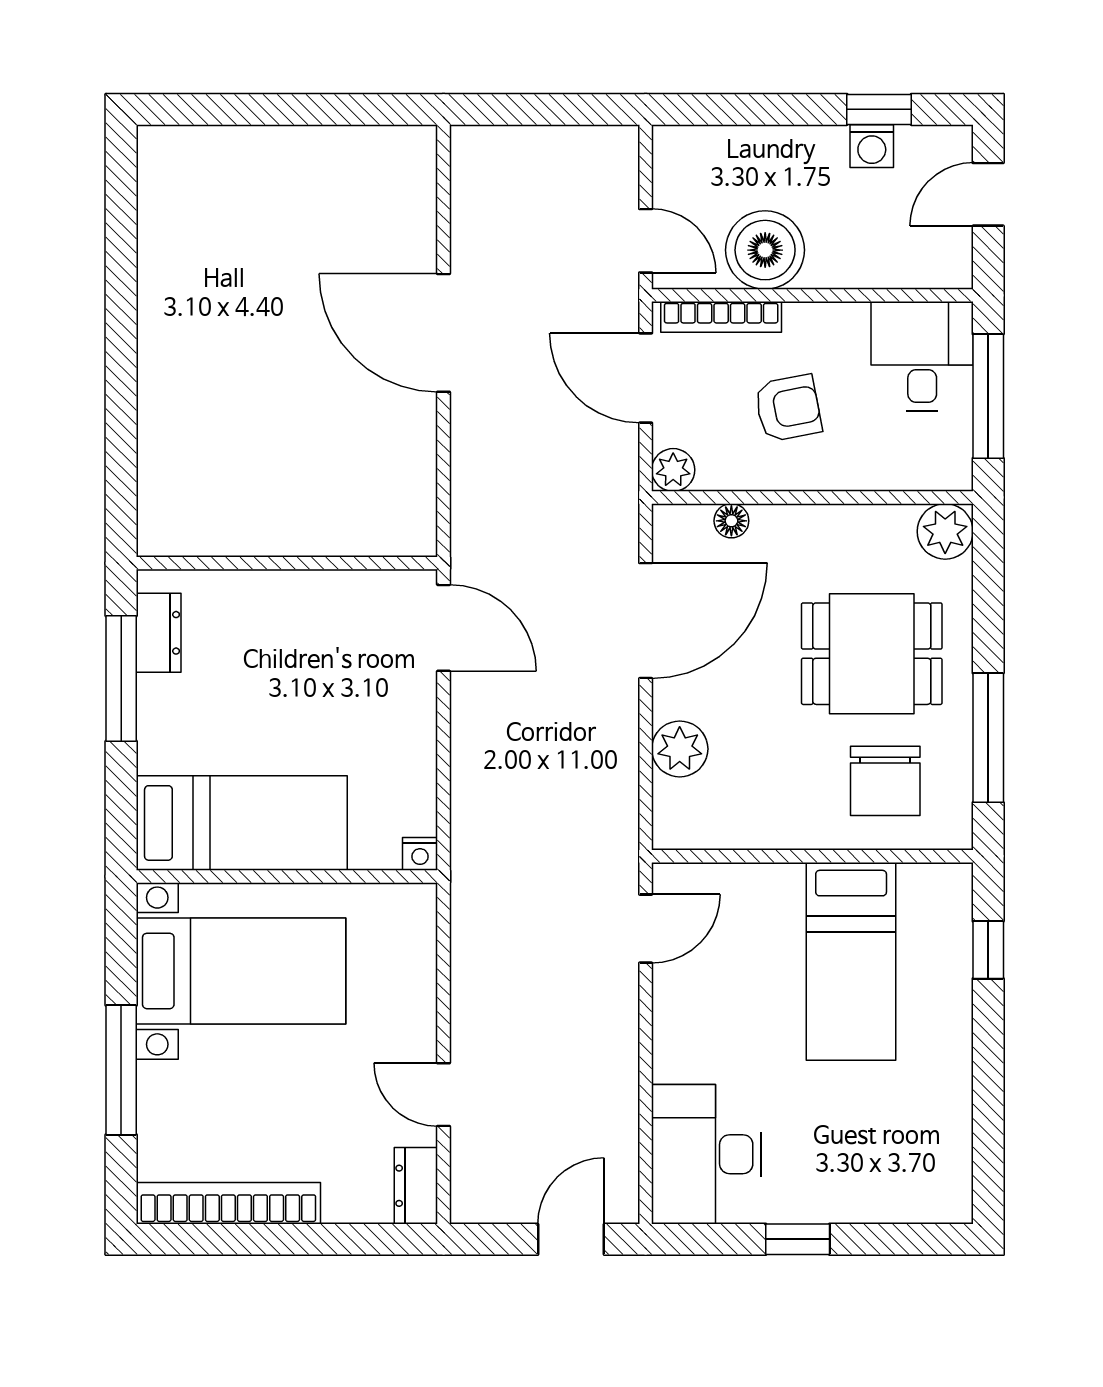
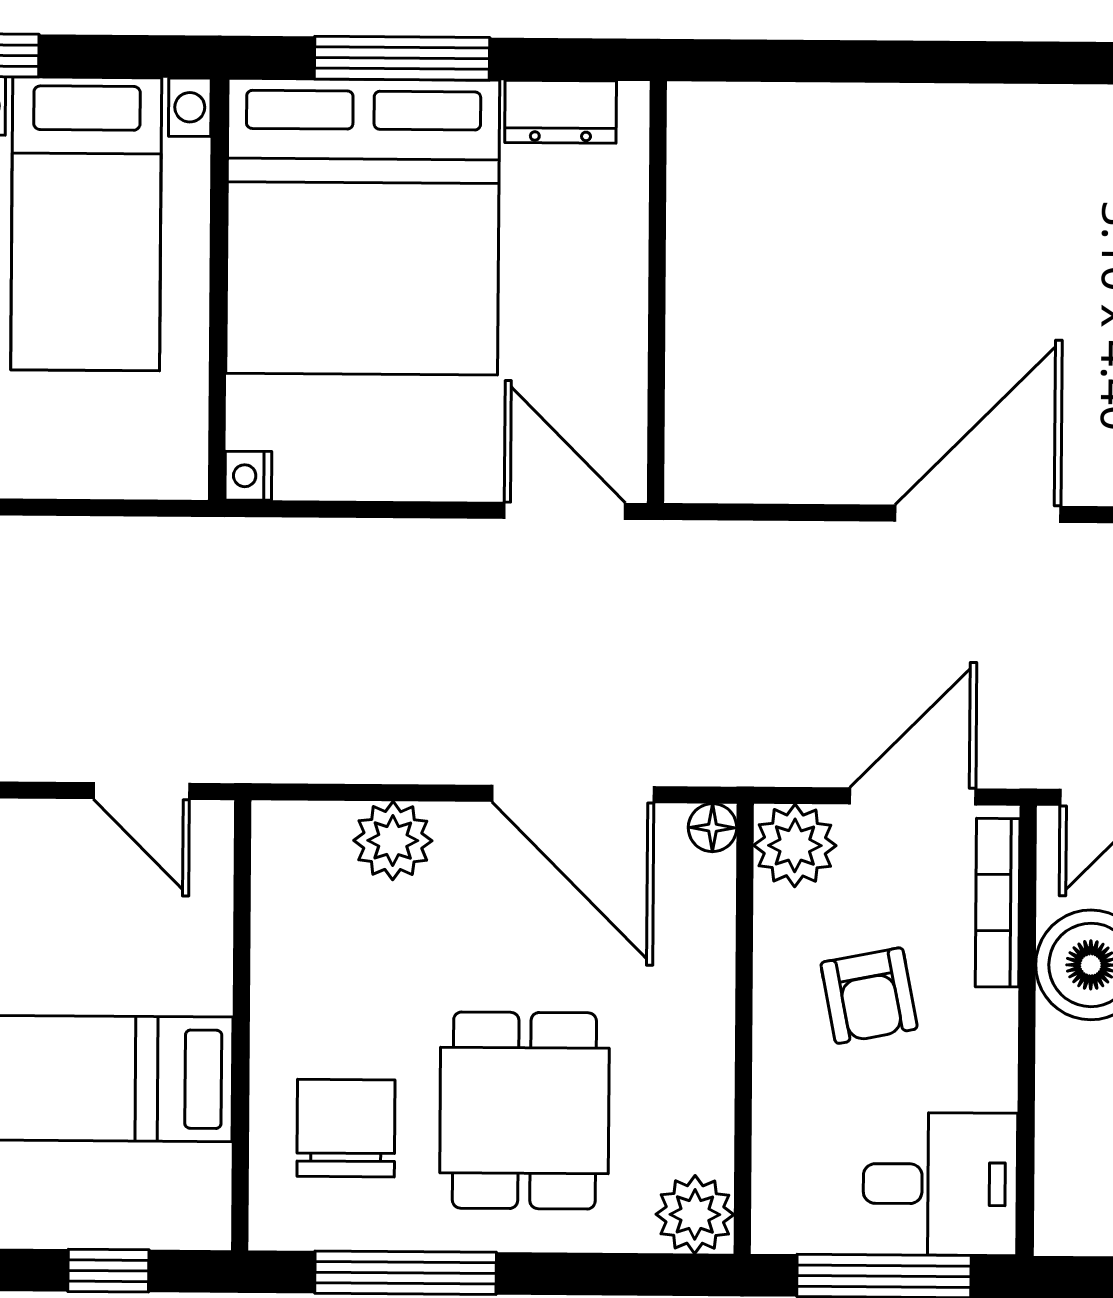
plant: (673, 470) -> (795, 845), width x1.38, depth x1.38
floor lamp: (731, 521) -> (713, 828), moved
door: (444, 628) -> (565, 511), swing flipped
window: (121, 679) -> (402, 58), moved
chair: (885, 781) -> (346, 1128), turned 90
bed: (242, 823) -> (363, 227), width x2.04

